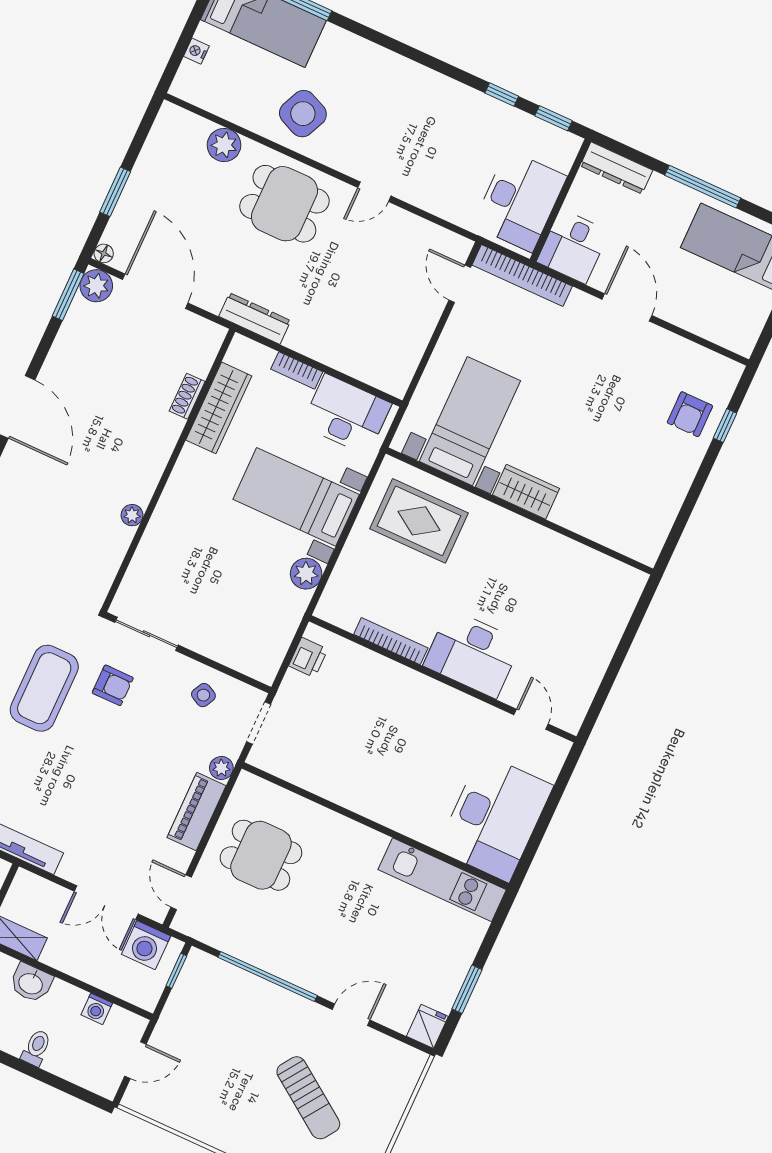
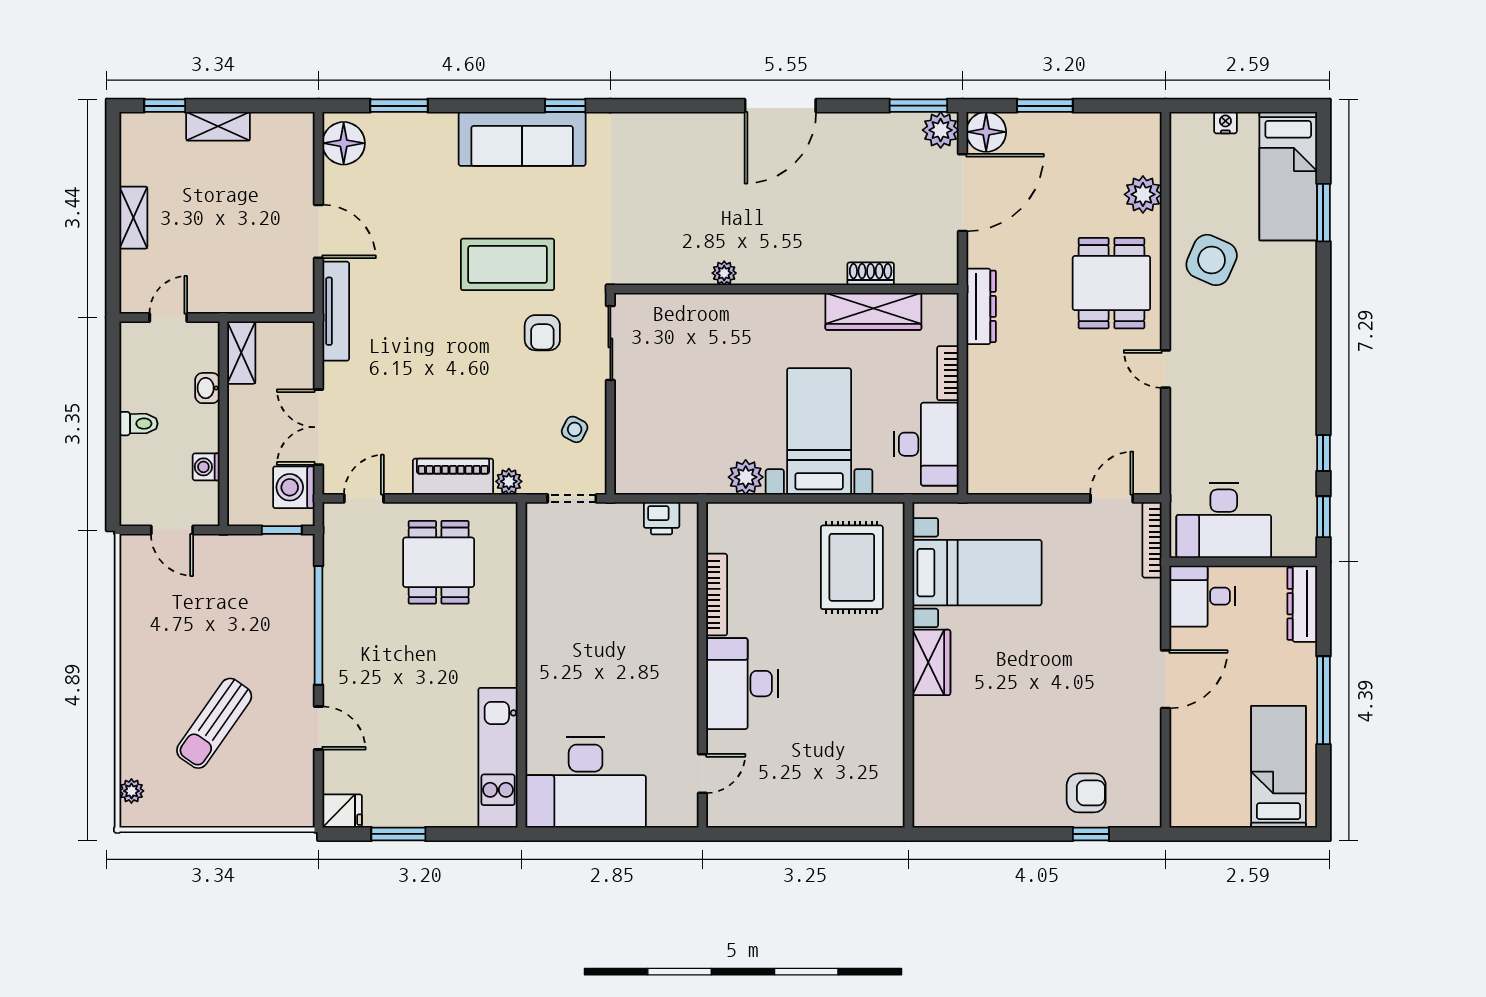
floor lamp: (104, 253) -> (986, 132), width x1.89, depth x1.89
bookcase: (522, 276) -> (1152, 540), width x0.68, depth x0.76
armchair: (690, 414) -> (1086, 793), turned 180
washbasin: (31, 983) -> (207, 388), width x0.72, depth x0.69

